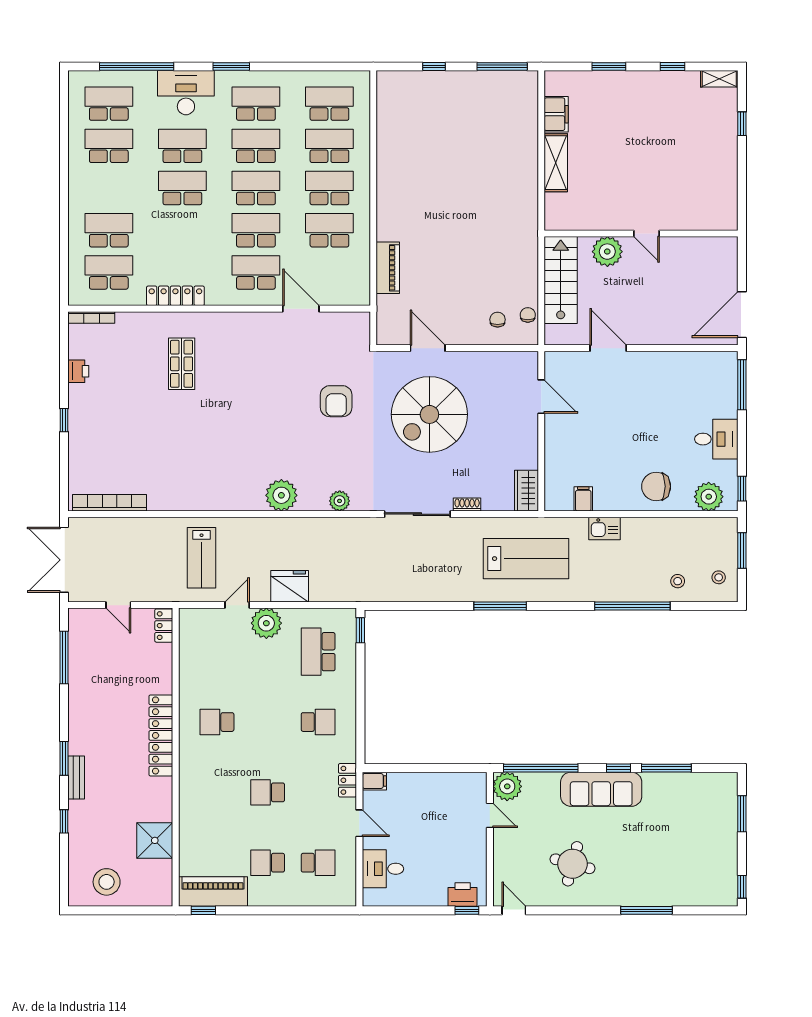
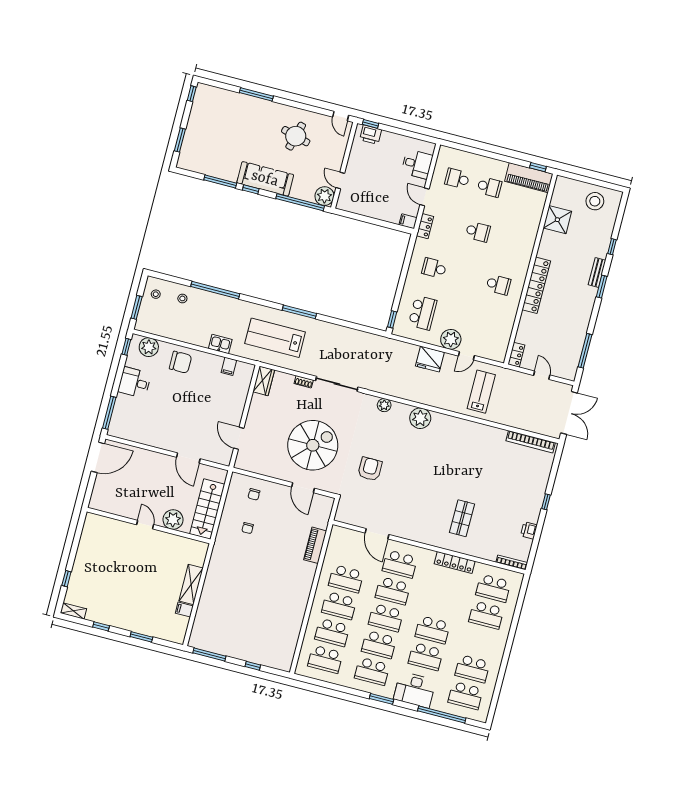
filing cabinet: (556, 114) -> (184, 610), width x0.50
chair: (528, 315) -> (248, 528), moved

